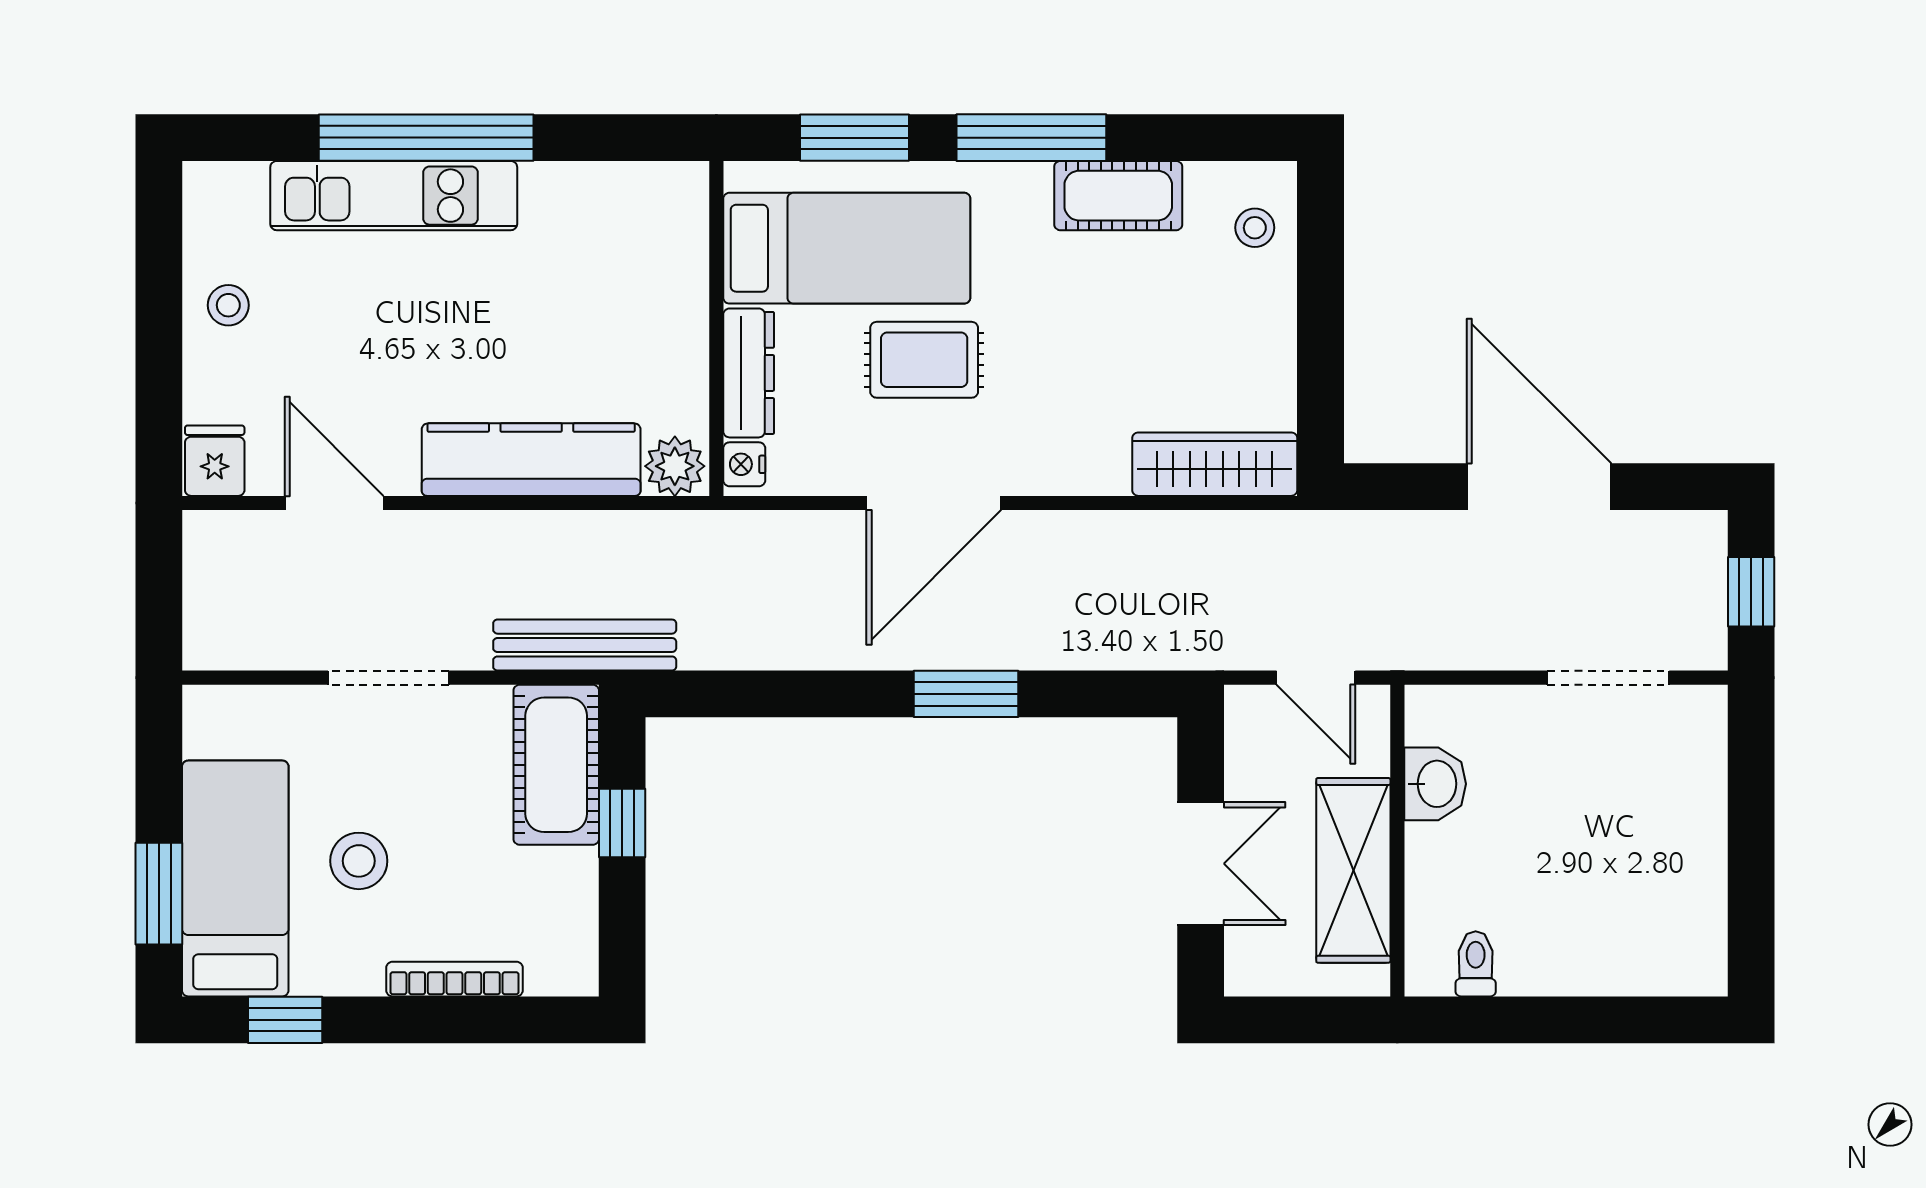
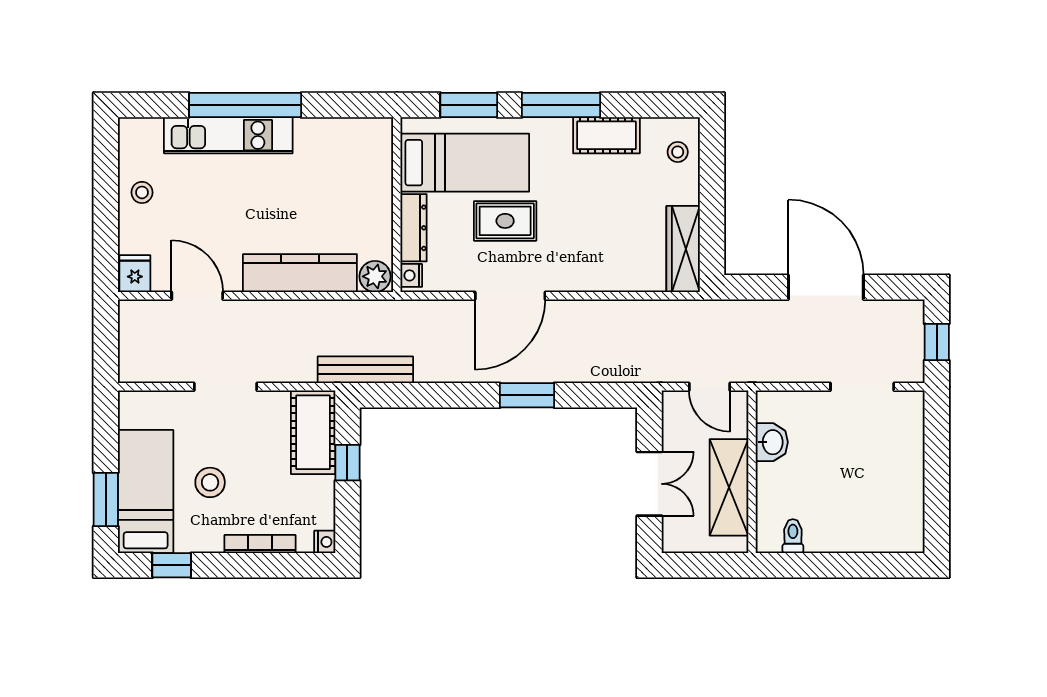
wardrobe: (1215, 464) -> (683, 249), moved, turned -90
bench: (585, 645) -> (365, 370), moved
nightstand: (579, 975) -> (325, 542), added

